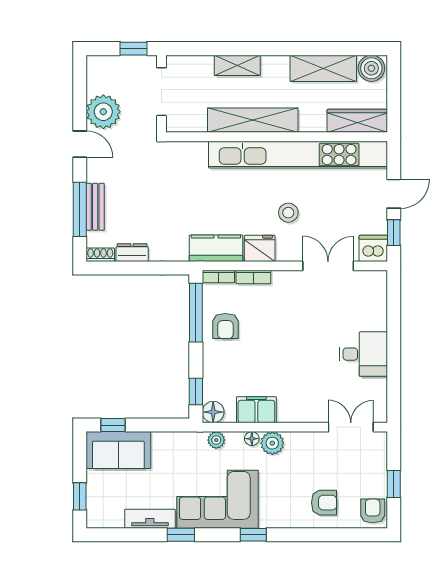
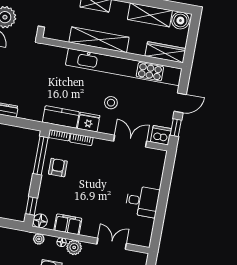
armchair: (225, 326) -> (58, 168), turned 180
double door: (351, 427) -> (112, 244), moved

